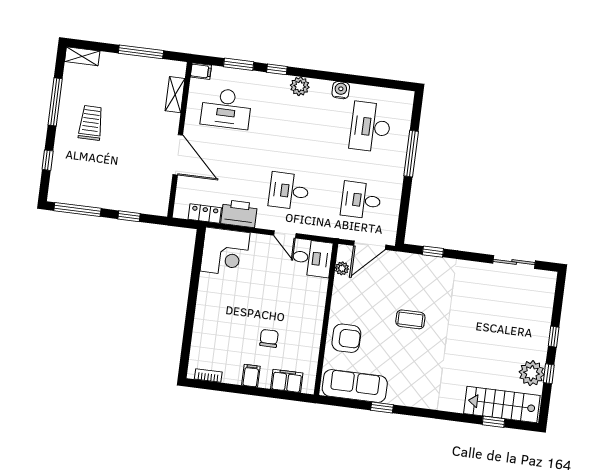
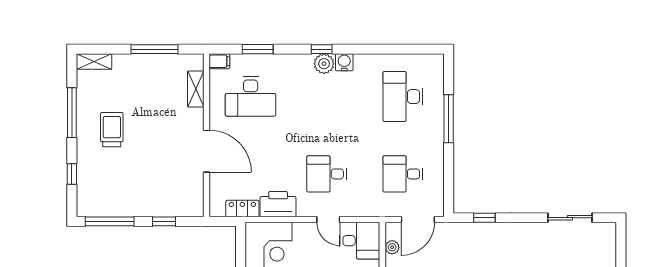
window: (277, 69) -> (322, 49), moved
water cooler: (341, 90) -> (344, 62), moved

